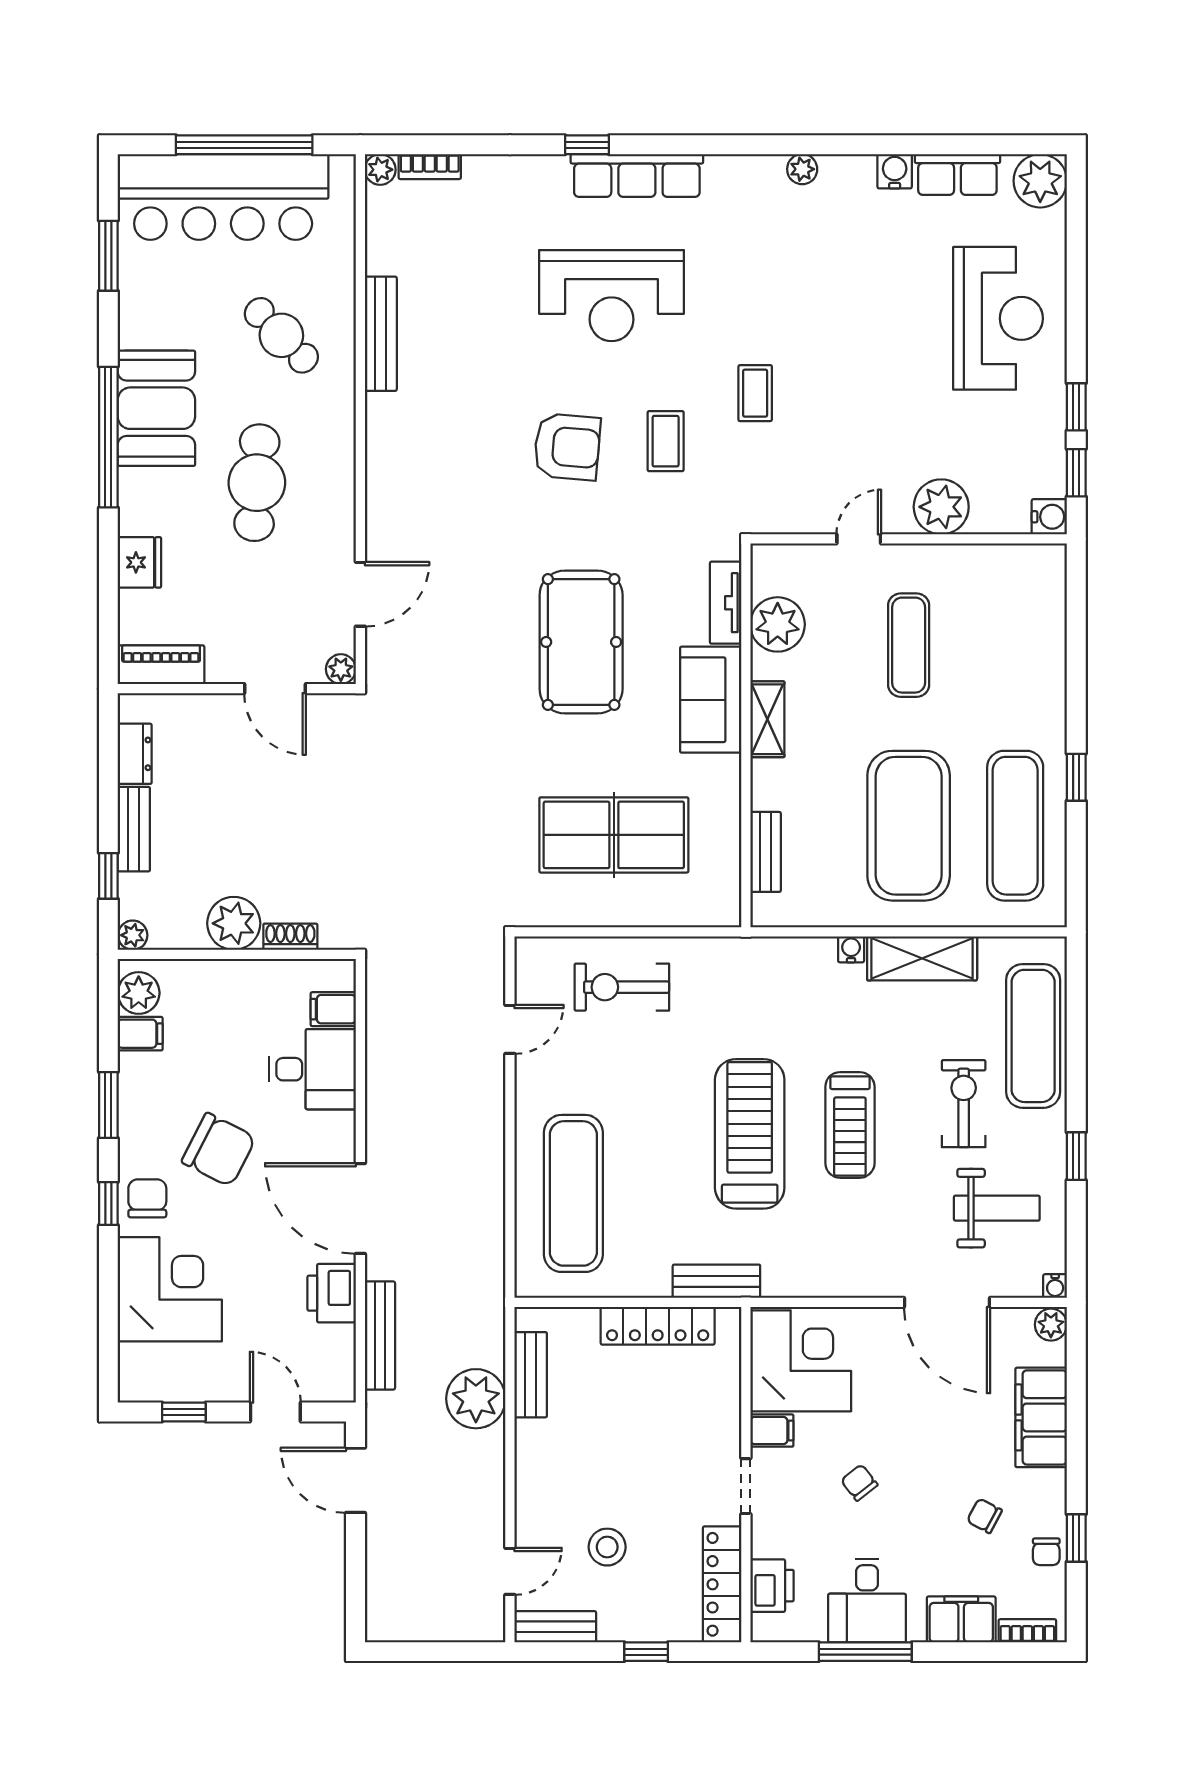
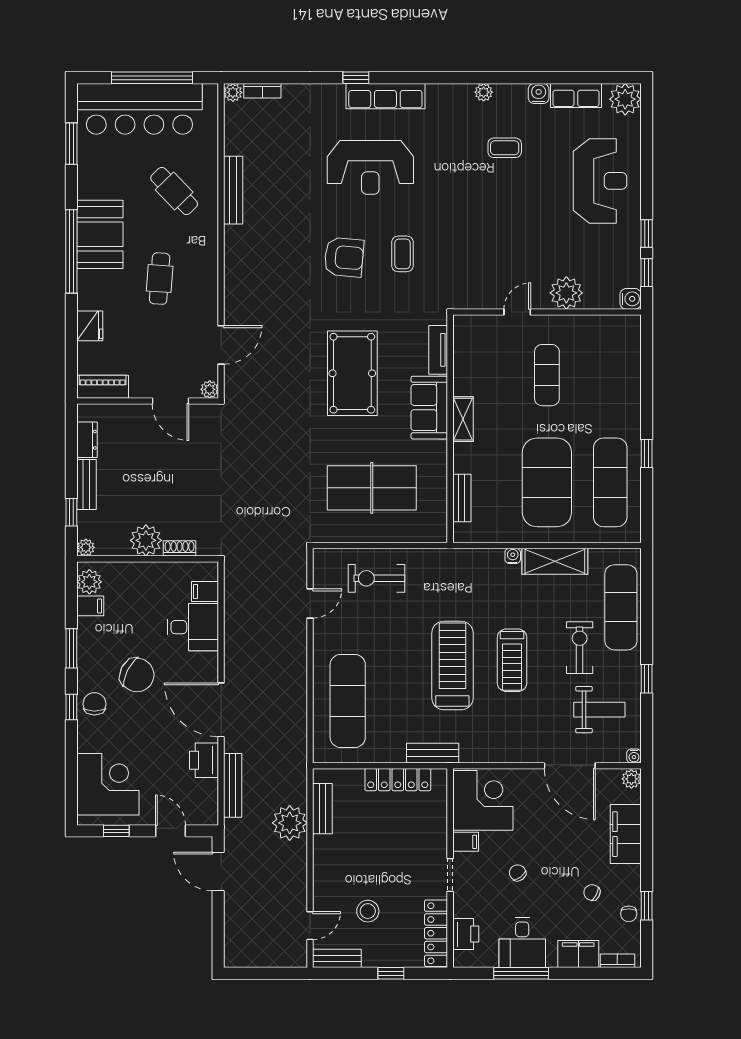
coffee table: (755, 393) -> (505, 148), moved, turned 90
cafe table: (257, 483) -> (160, 279), width x0.73, depth x0.74
plant: (778, 624) -> (469, 363), removed
corner desk: (170, 1289) -> (108, 784), moved

